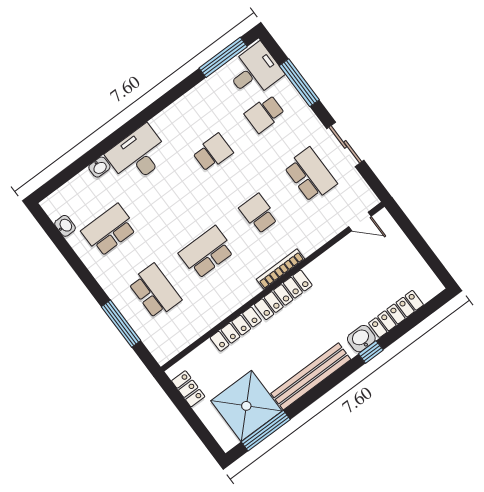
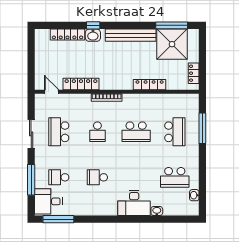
school desk: (265, 114) -> (59, 177), turned 180
school desk: (155, 291) -> (175, 132), turned 180
locker: (283, 295) -> (81, 84), moved

